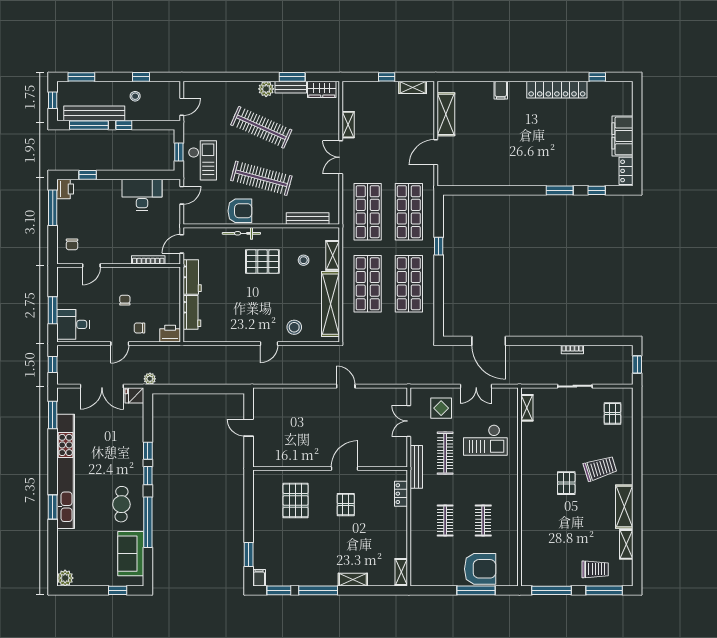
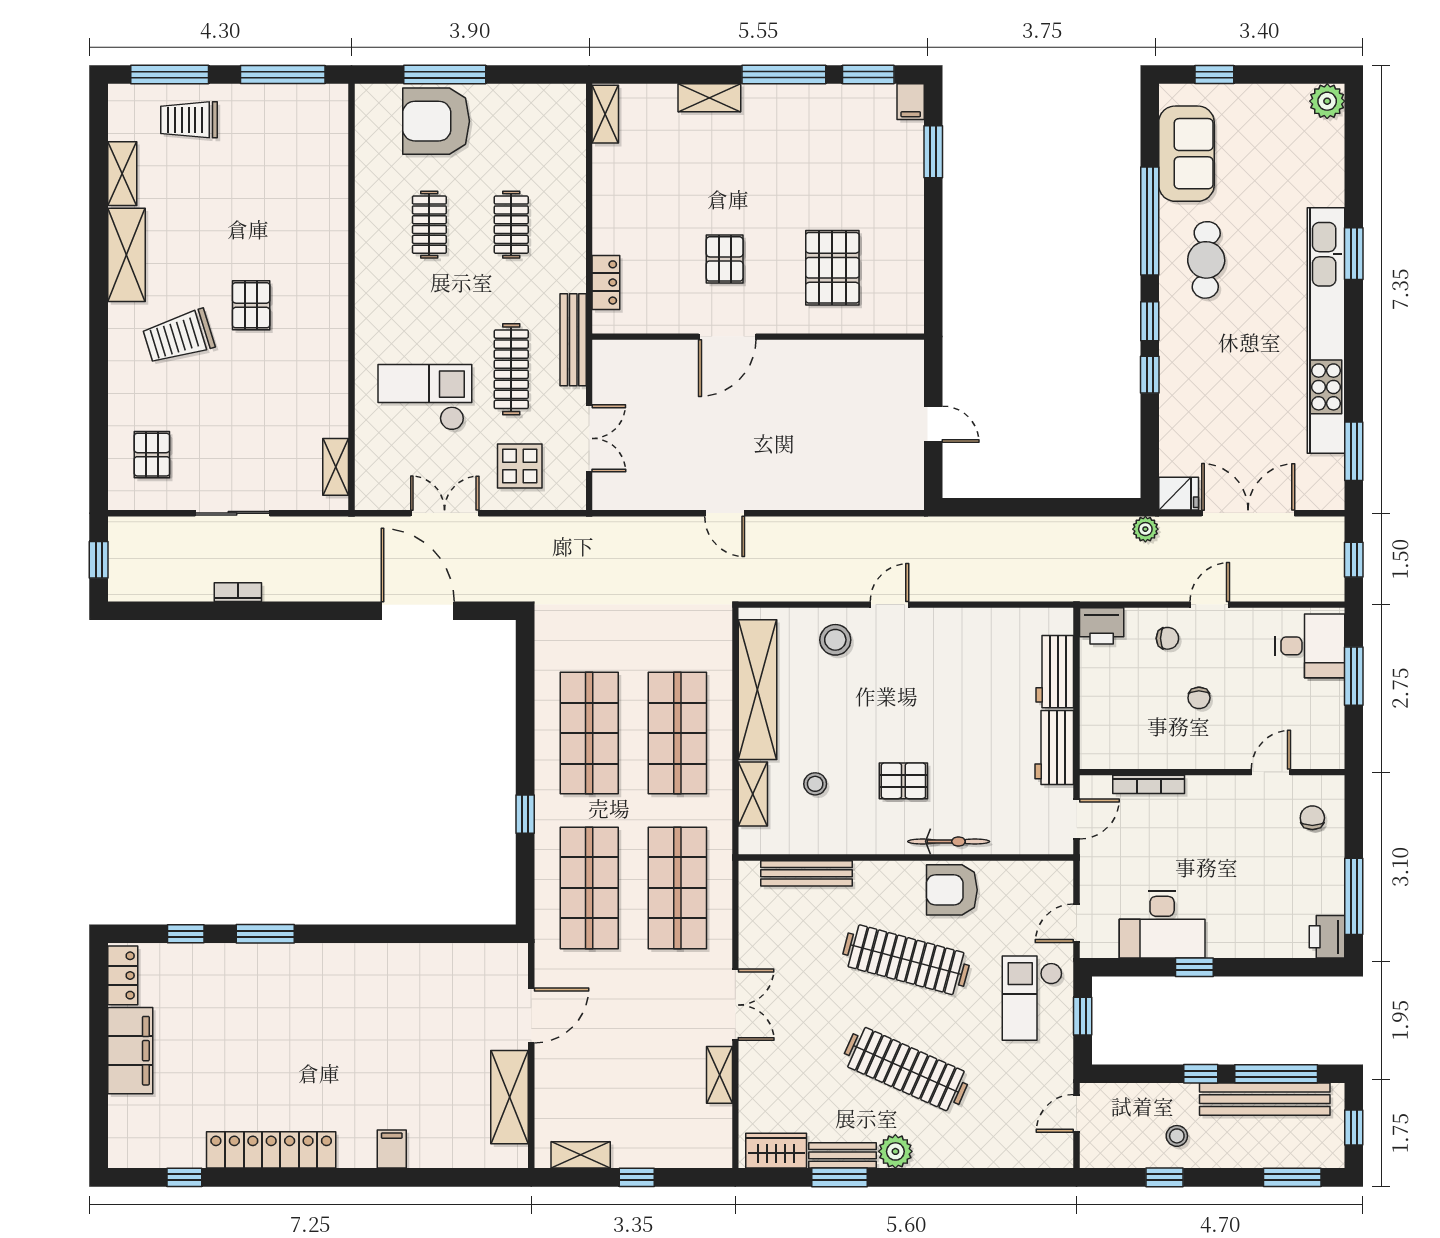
window: (88, 175) -> (1194, 967), moved
pallet: (262, 262) -> (903, 781), width x0.67, depth x0.71

